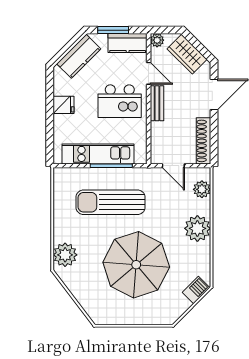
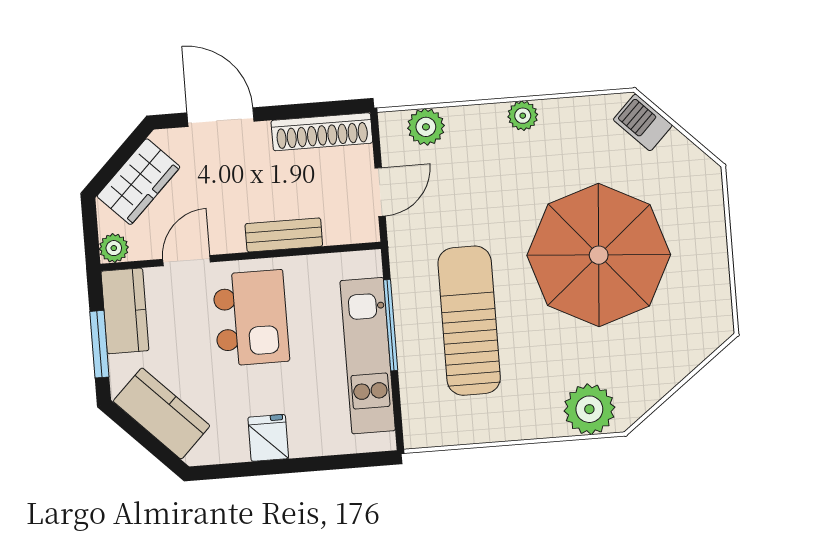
bench: (157, 103) -> (284, 235), moved
sun lounger: (111, 202) -> (469, 321), turned 180
plant: (197, 228) -> (523, 116), width x0.53, depth x0.53

